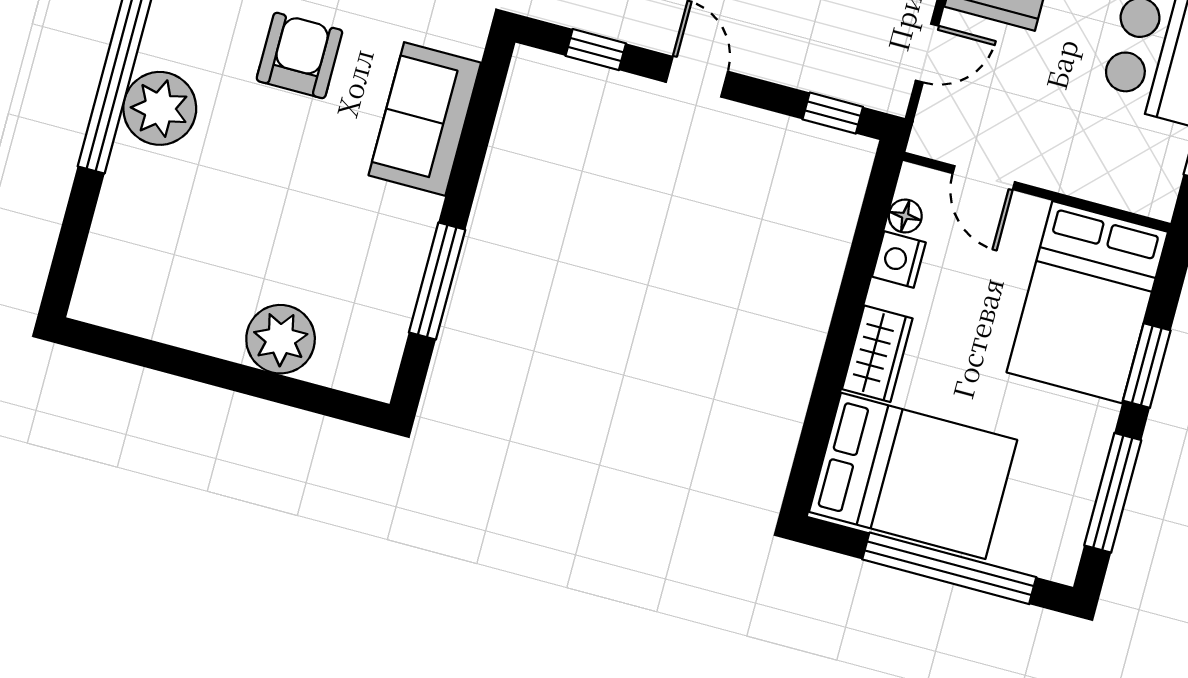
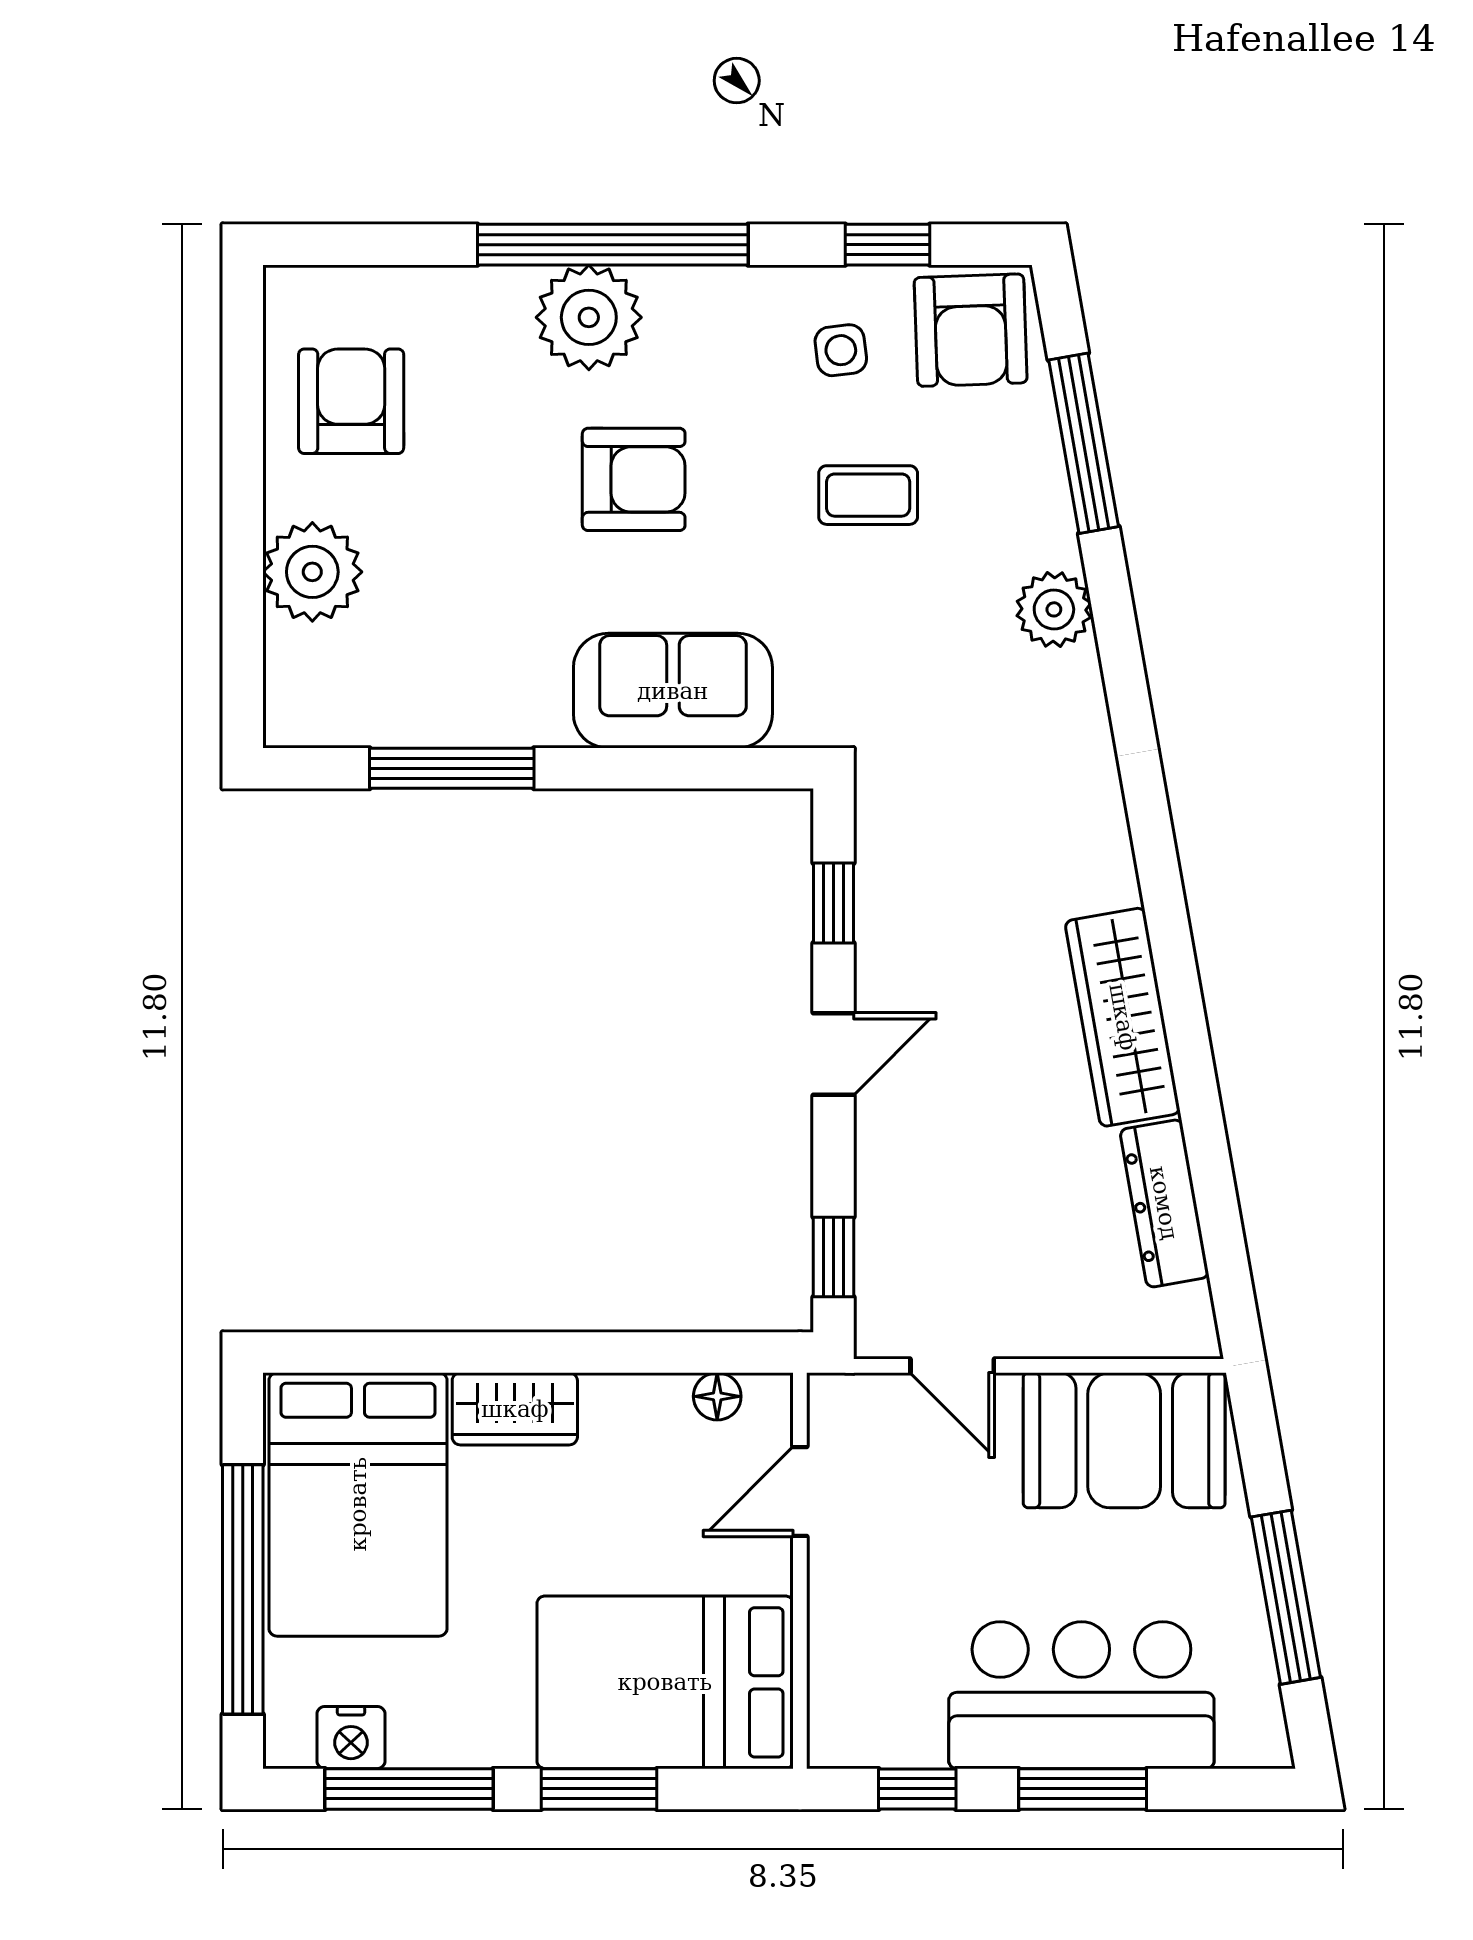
armchair: (299, 55) -> (634, 479), moved
nightstand: (899, 260) -> (351, 1738), moved, turned 180
armchair: (173, 283) -> (351, 401), added

